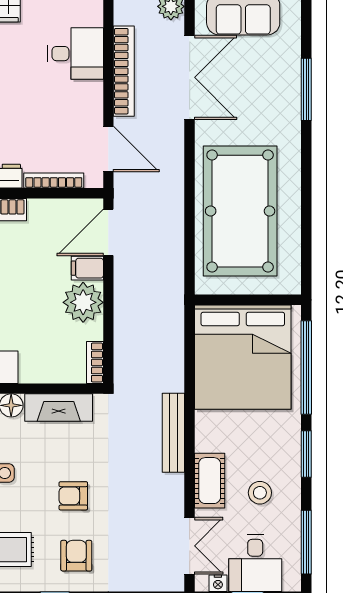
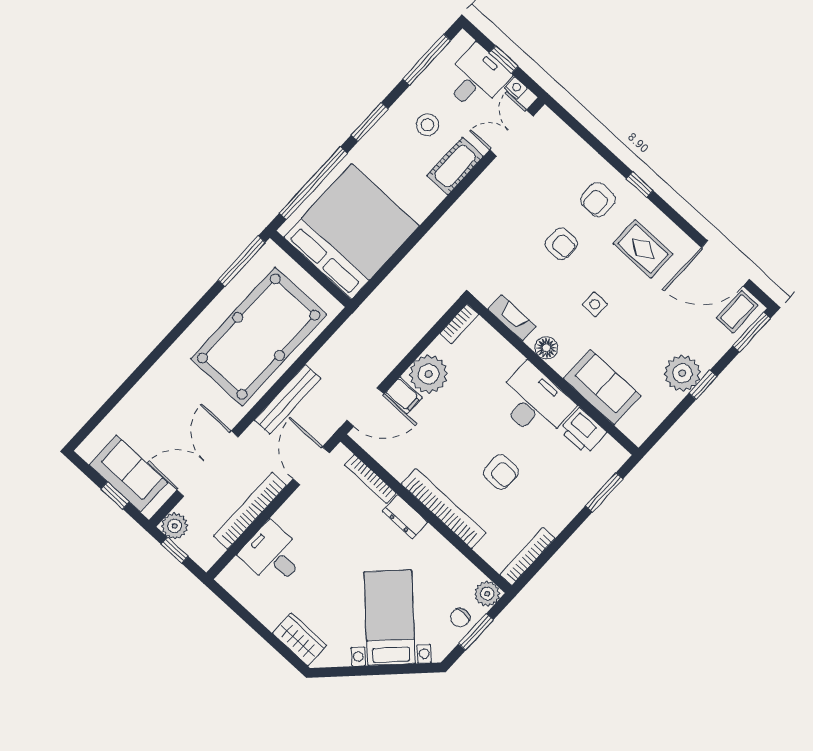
window: (306, 89) -> (242, 261), moved
fireplace: (59, 408) -> (512, 318), width x0.73, depth x0.76
bench: (173, 433) -> (288, 399), moved

